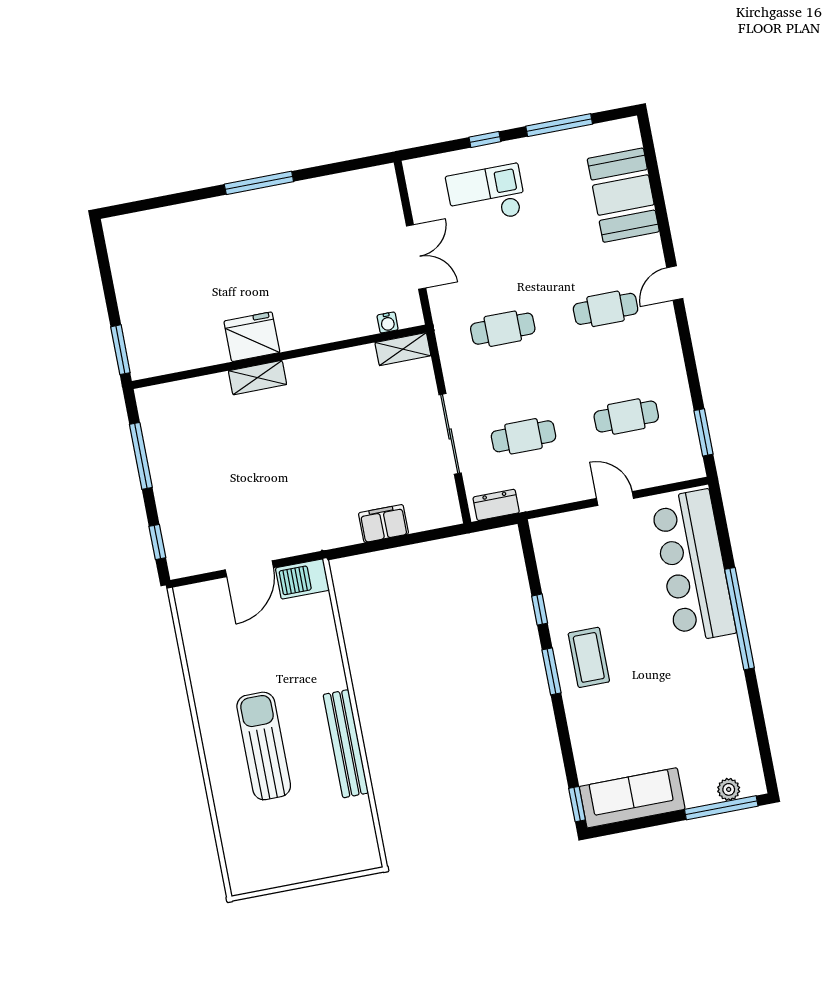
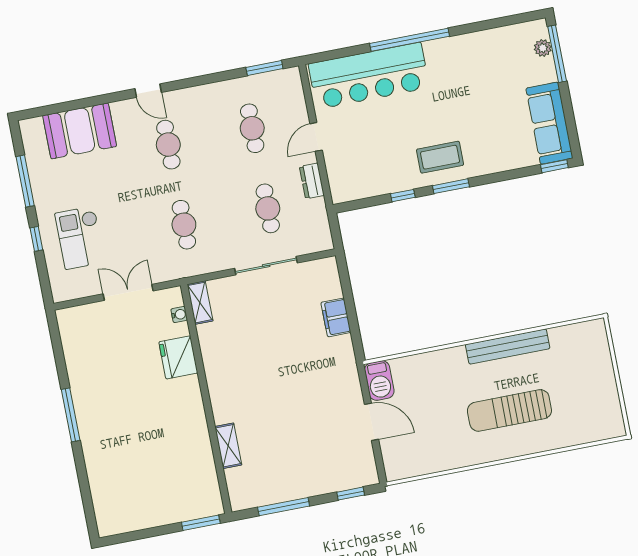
fridge: (252, 337) -> (178, 357), moved
shelving: (257, 378) -> (228, 446), moved
dresser: (496, 505) -> (312, 181), moved

